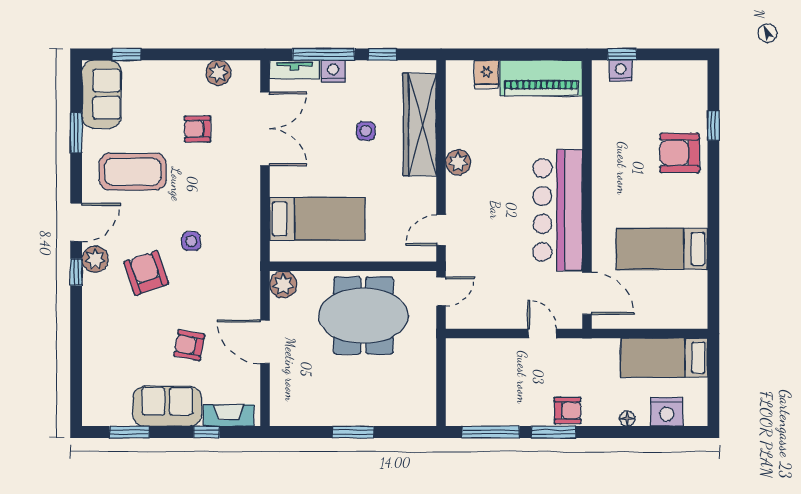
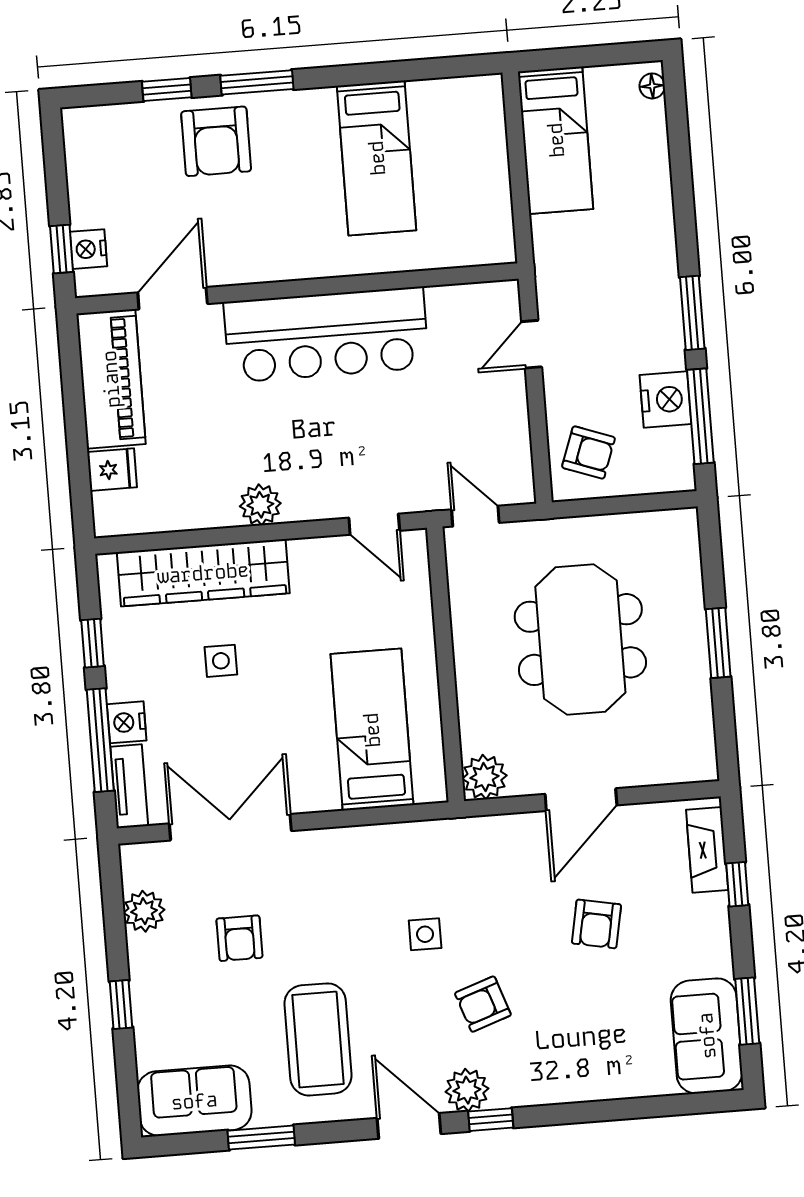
window: (126, 54) -> (121, 1005), moved
window: (713, 180) -> (257, 82), added
armchair: (146, 273) -> (483, 1004), width x0.72, depth x0.72
door: (587, 293) -> (173, 298), moved
meeting table: (363, 315) -> (580, 640), moved
sofa: (167, 406) -> (707, 1036), moved
armchair: (568, 410) -> (588, 452), moved, turned 110
nightstand: (667, 412) -> (666, 399), moved
floor lamp: (627, 419) -> (652, 86), moved

